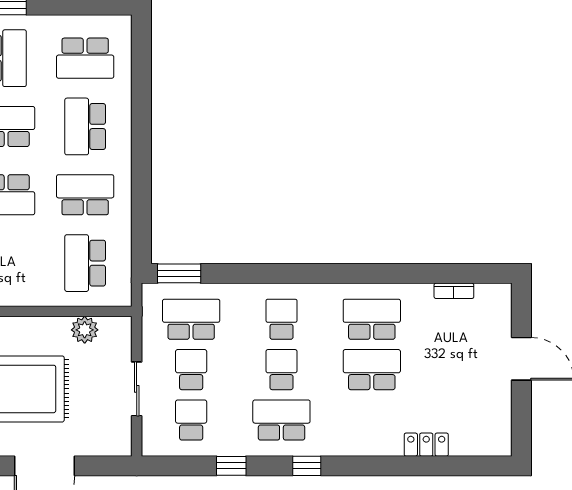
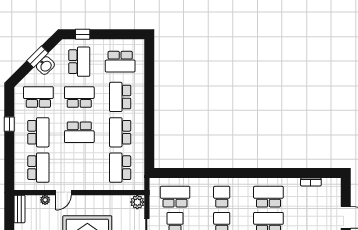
school desk: (85, 195) -> (120, 132), turned -90
window: (179, 273) -> (169, 173), removed
plant: (85, 330) -> (137, 202), moved

